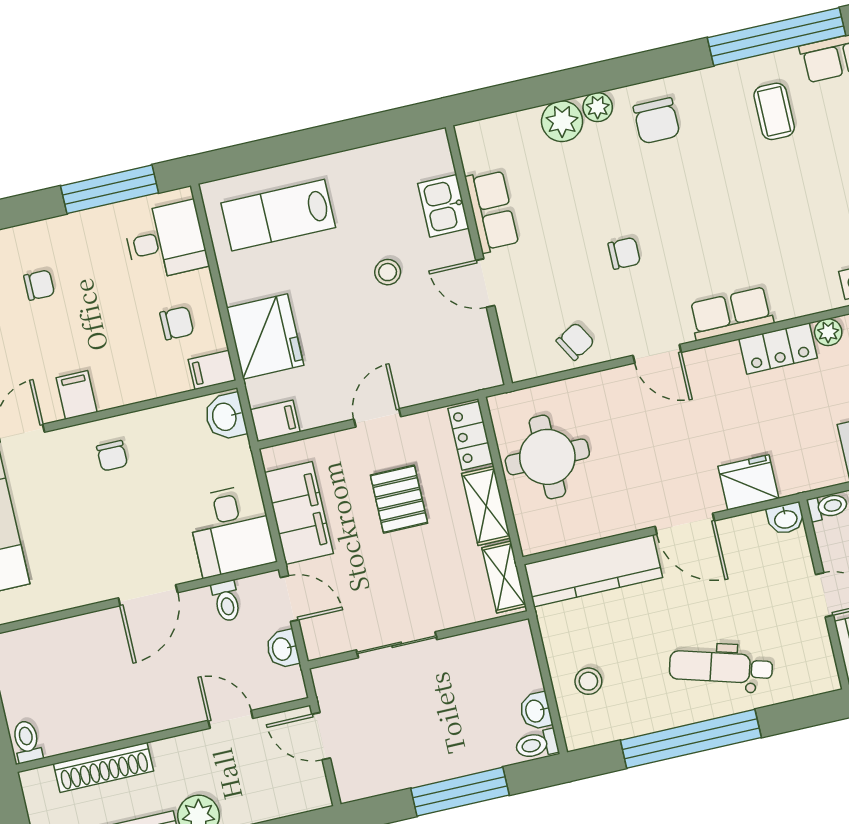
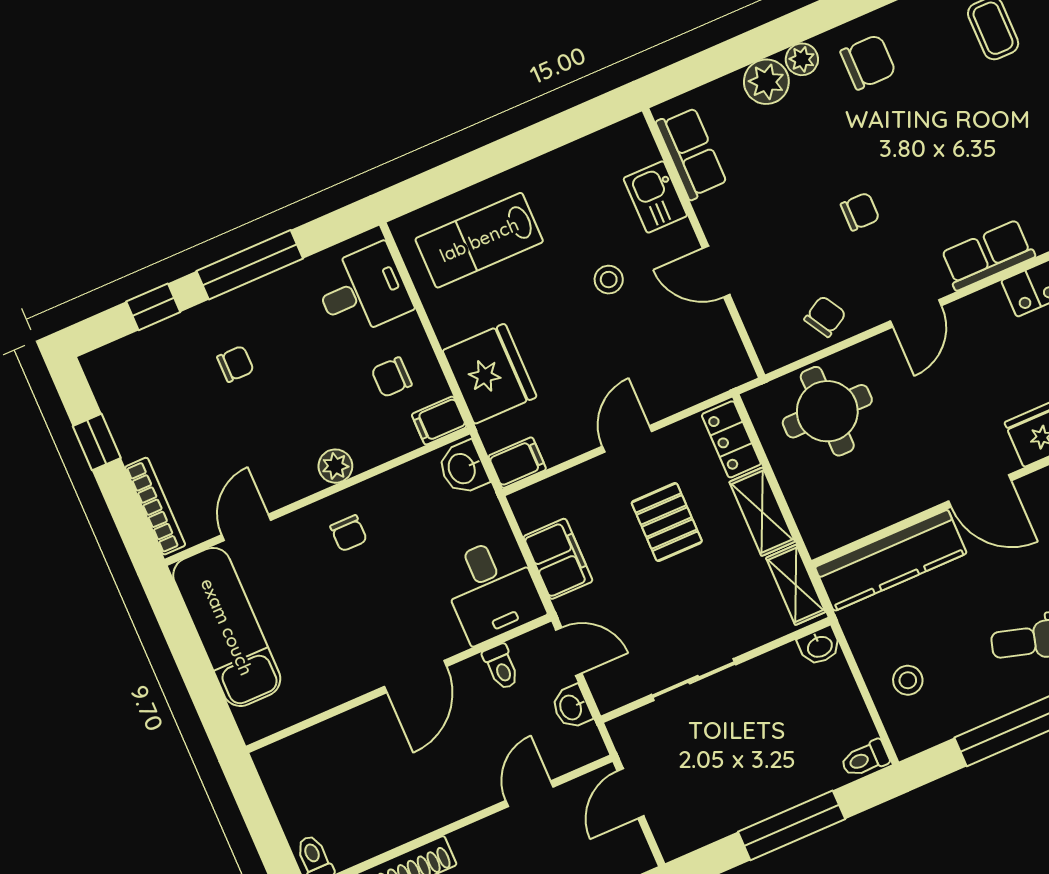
chair: (657, 121) -> (868, 62), turned -90
window: (109, 189) -> (250, 265), moved
row of seats: (492, 211) -> (692, 153), moved
chair: (177, 323) -> (392, 377), turned 180
door: (657, 354) -> (916, 313), hinge flipped
plant: (112, 393) -> (335, 466), added
filing cabinet: (77, 395) -> (298, 475), removed
round table: (547, 457) -> (827, 411), moved
filing cabinet: (299, 513) -> (558, 559), width x0.67, depth x0.86
washbasin: (536, 711) -> (820, 646), moved, turned -90
door: (231, 719) -> (530, 794), hinge flipped
door: (321, 736) -> (631, 793), hinge flipped

